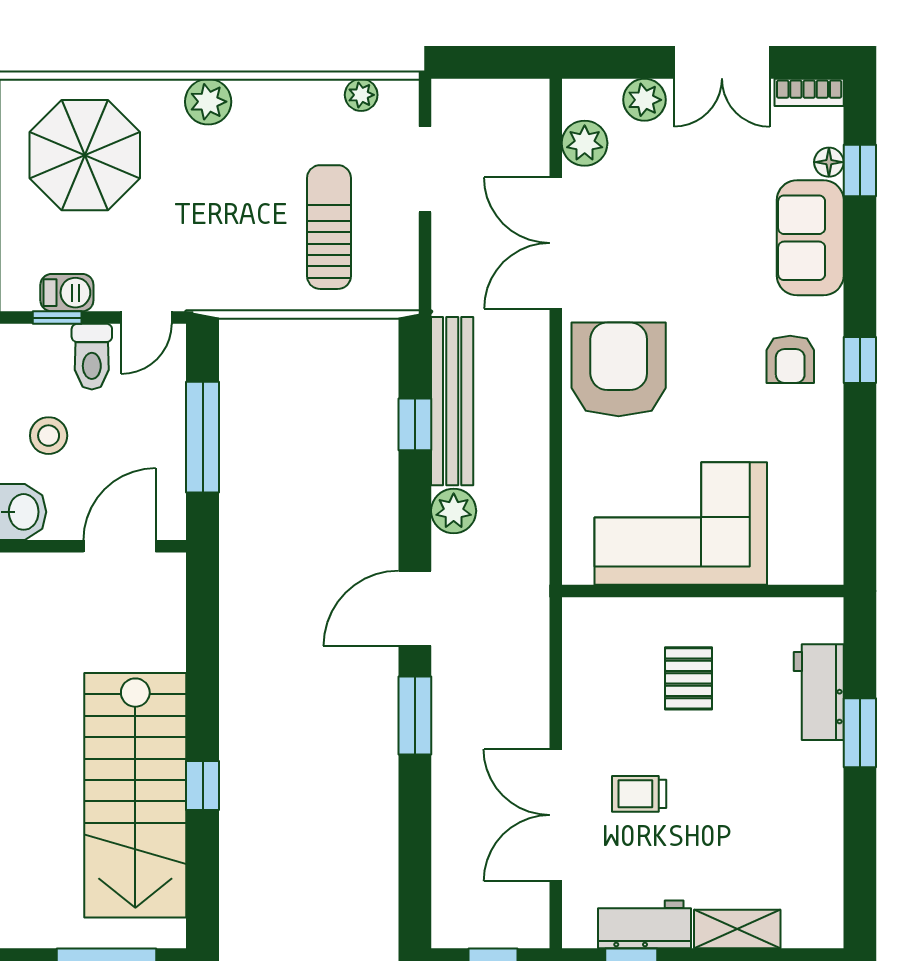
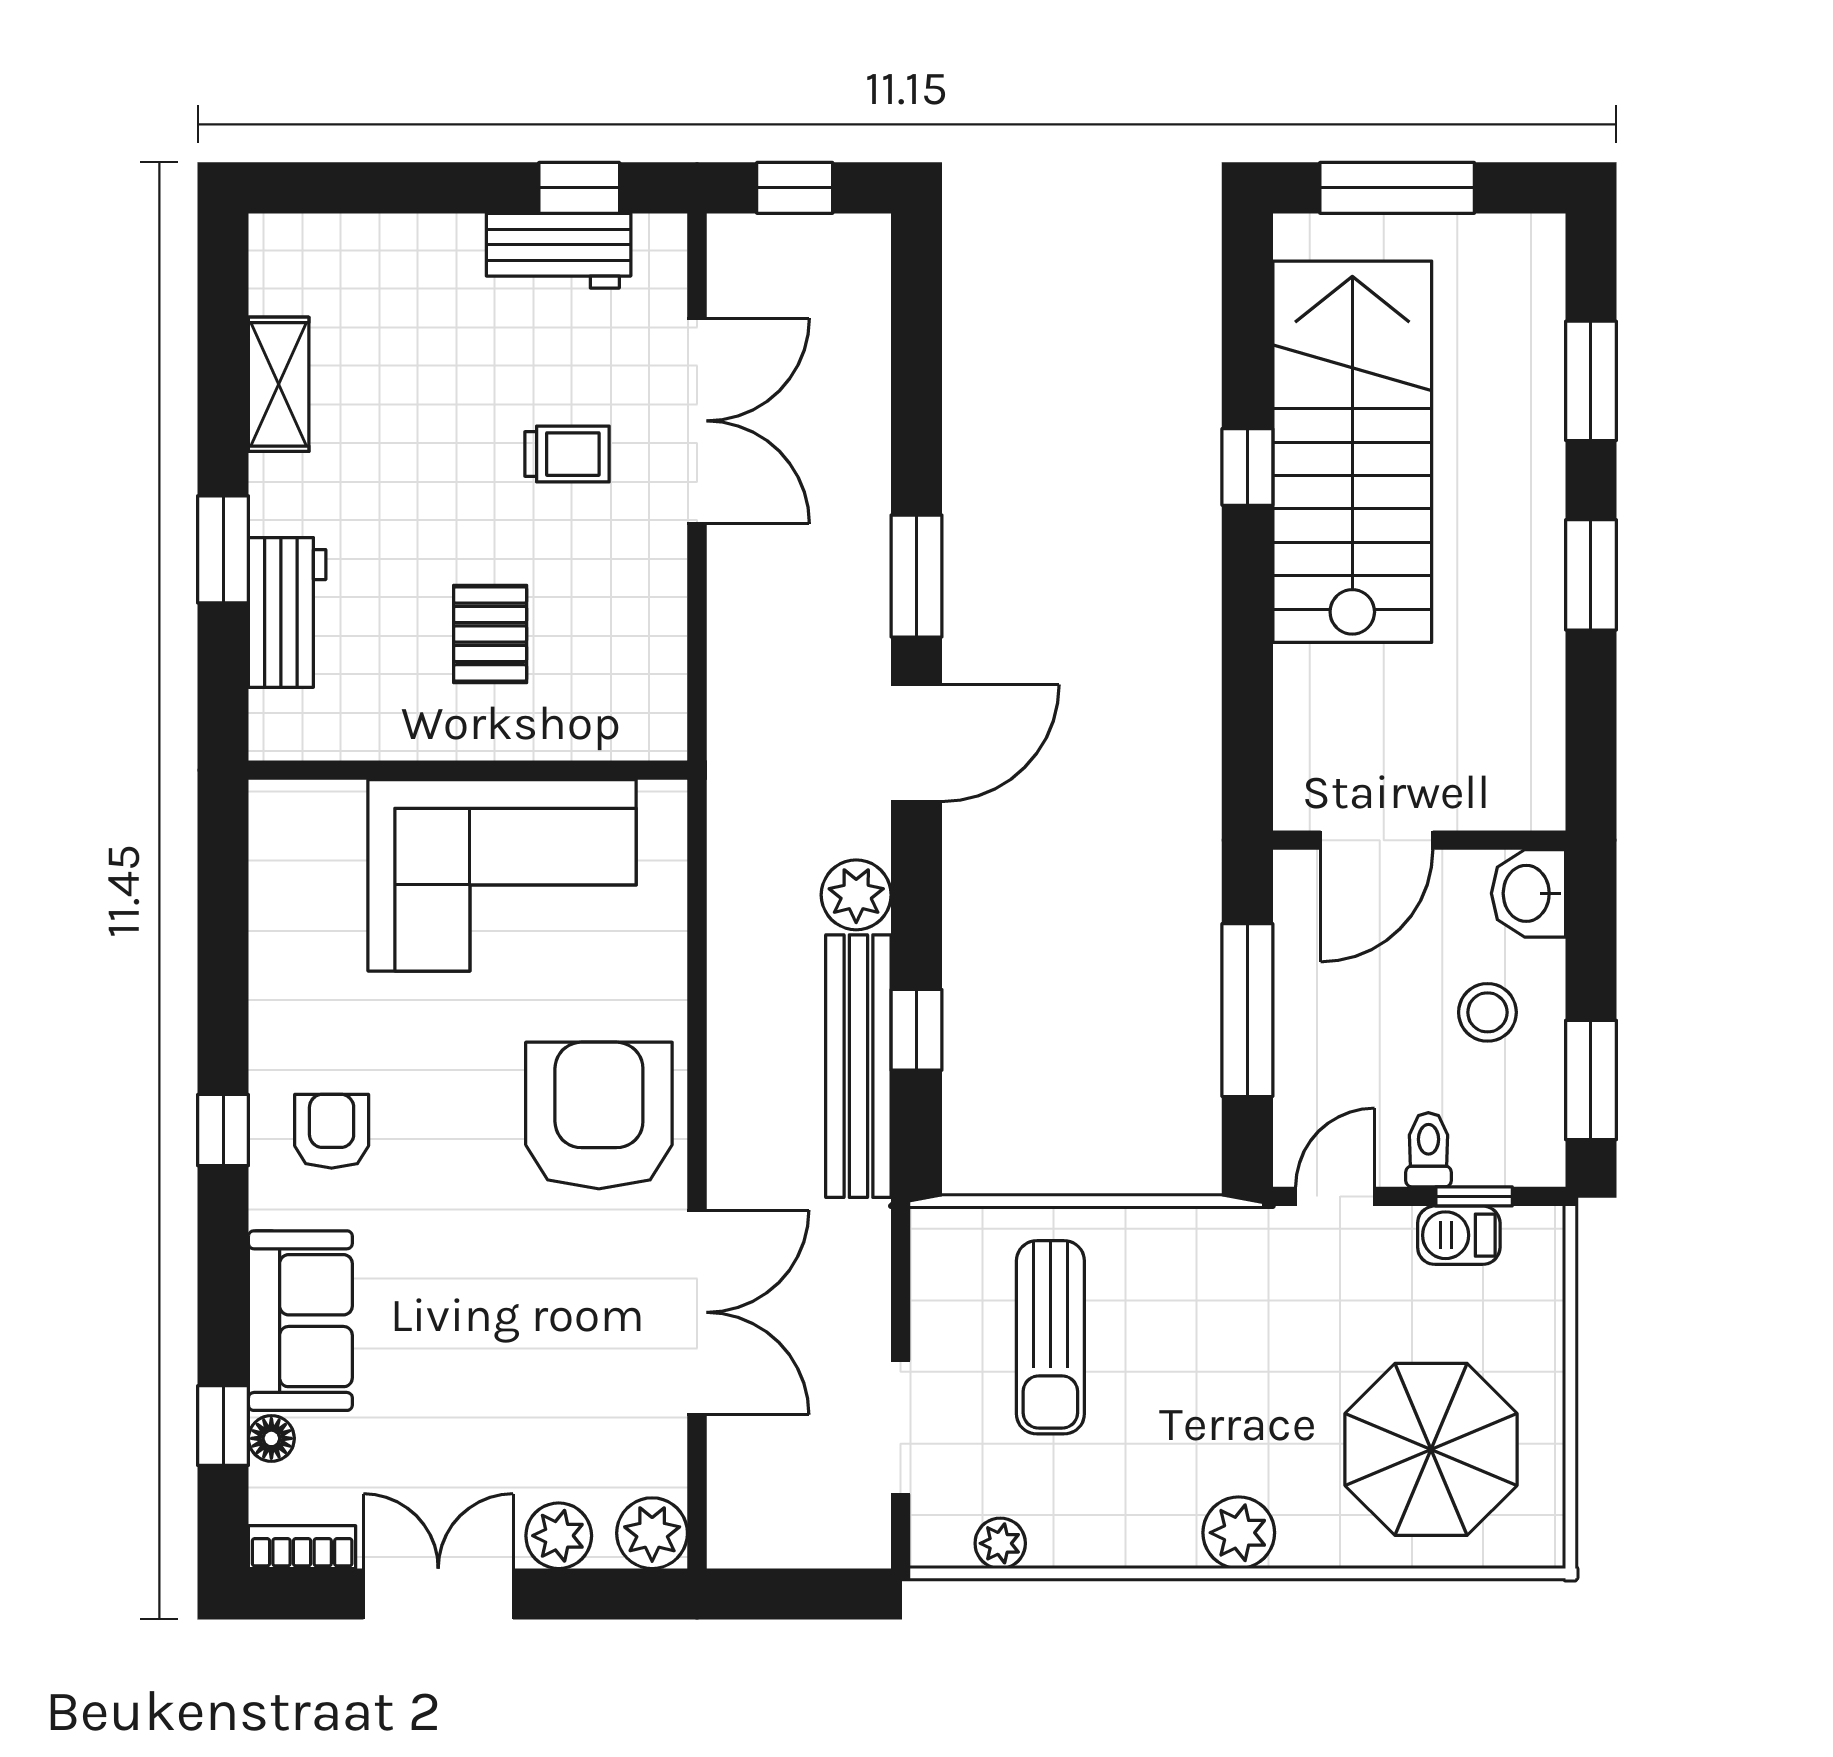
plant: (585, 143) -> (652, 1533), moved
toilet: (92, 357) -> (1428, 1150), width x0.73, depth x0.72
armchair: (619, 369) -> (599, 1115), turned 180
shelving: (737, 929) -> (279, 384), moved, turned 90

